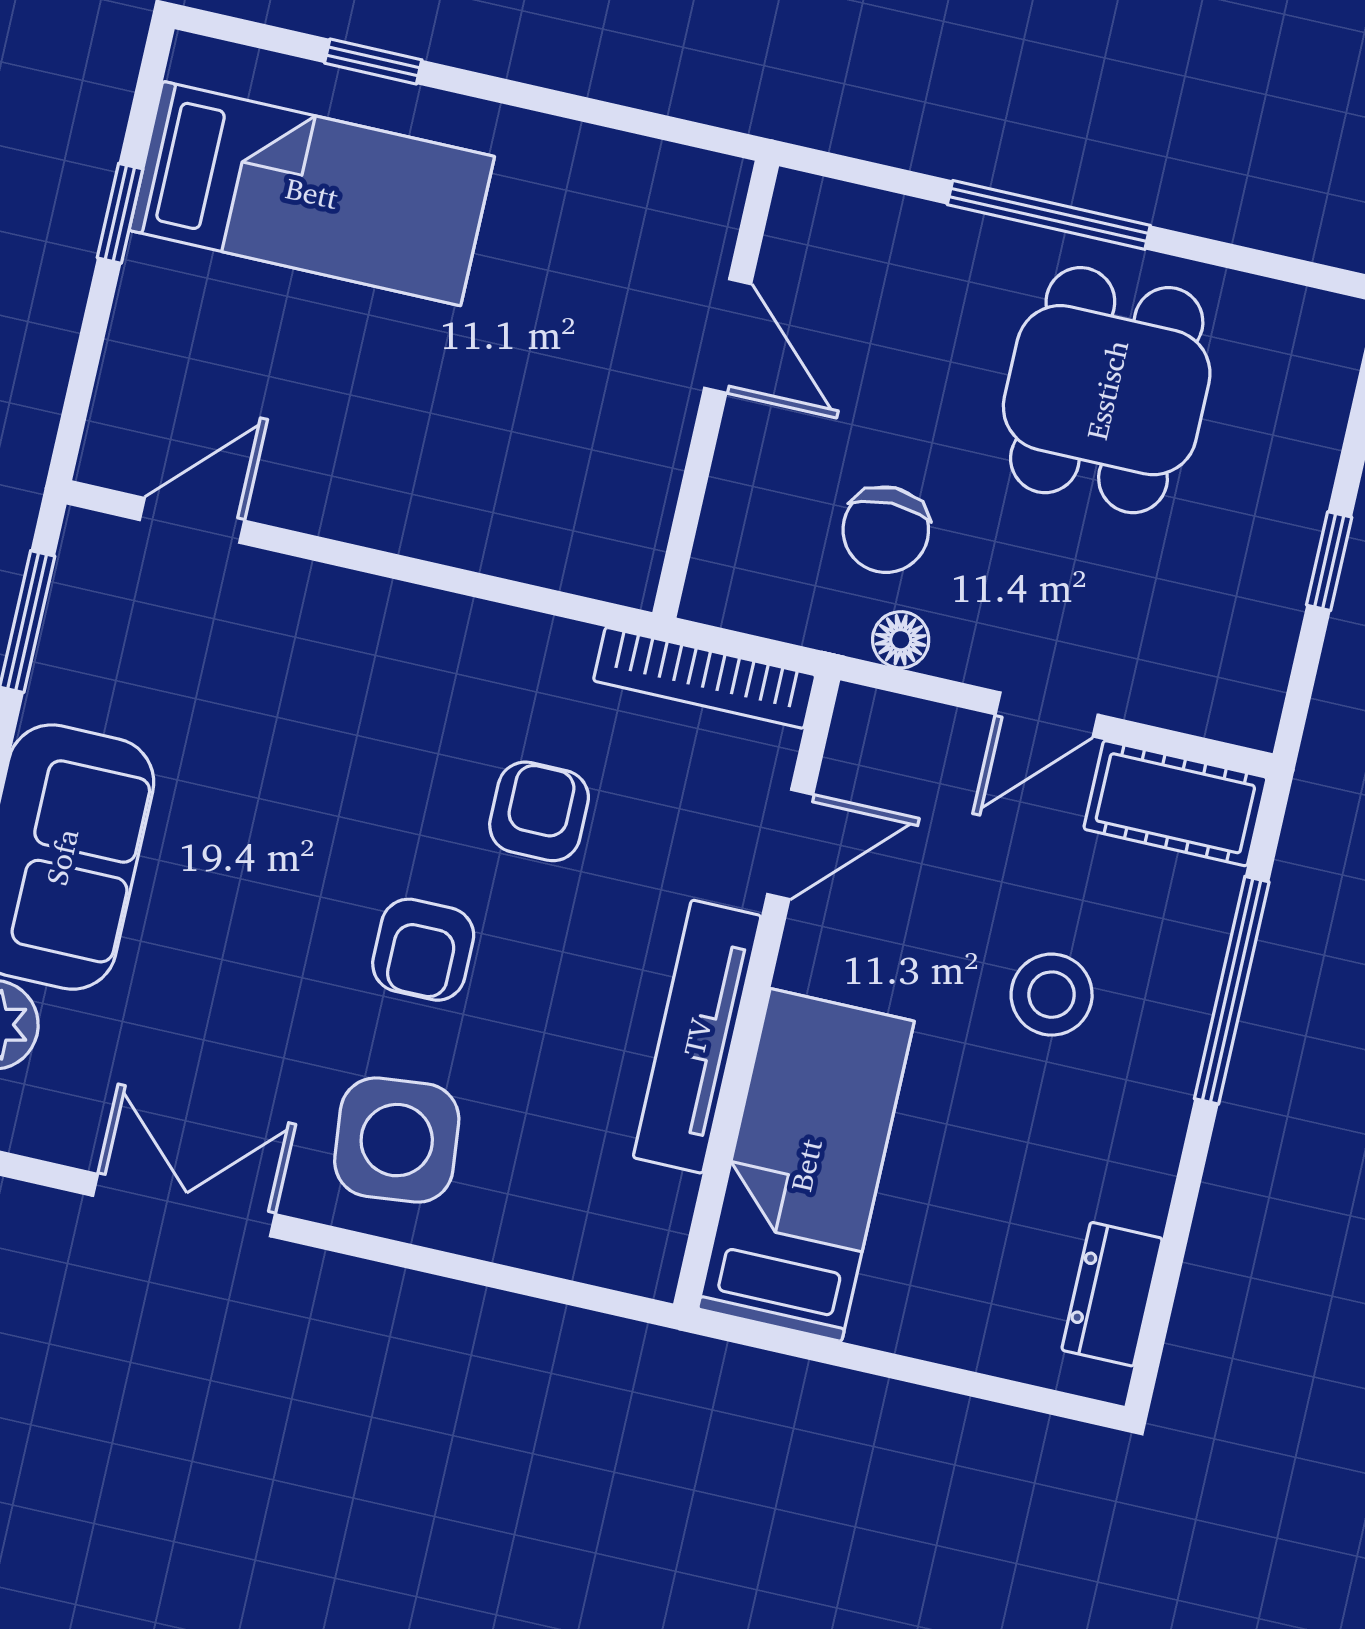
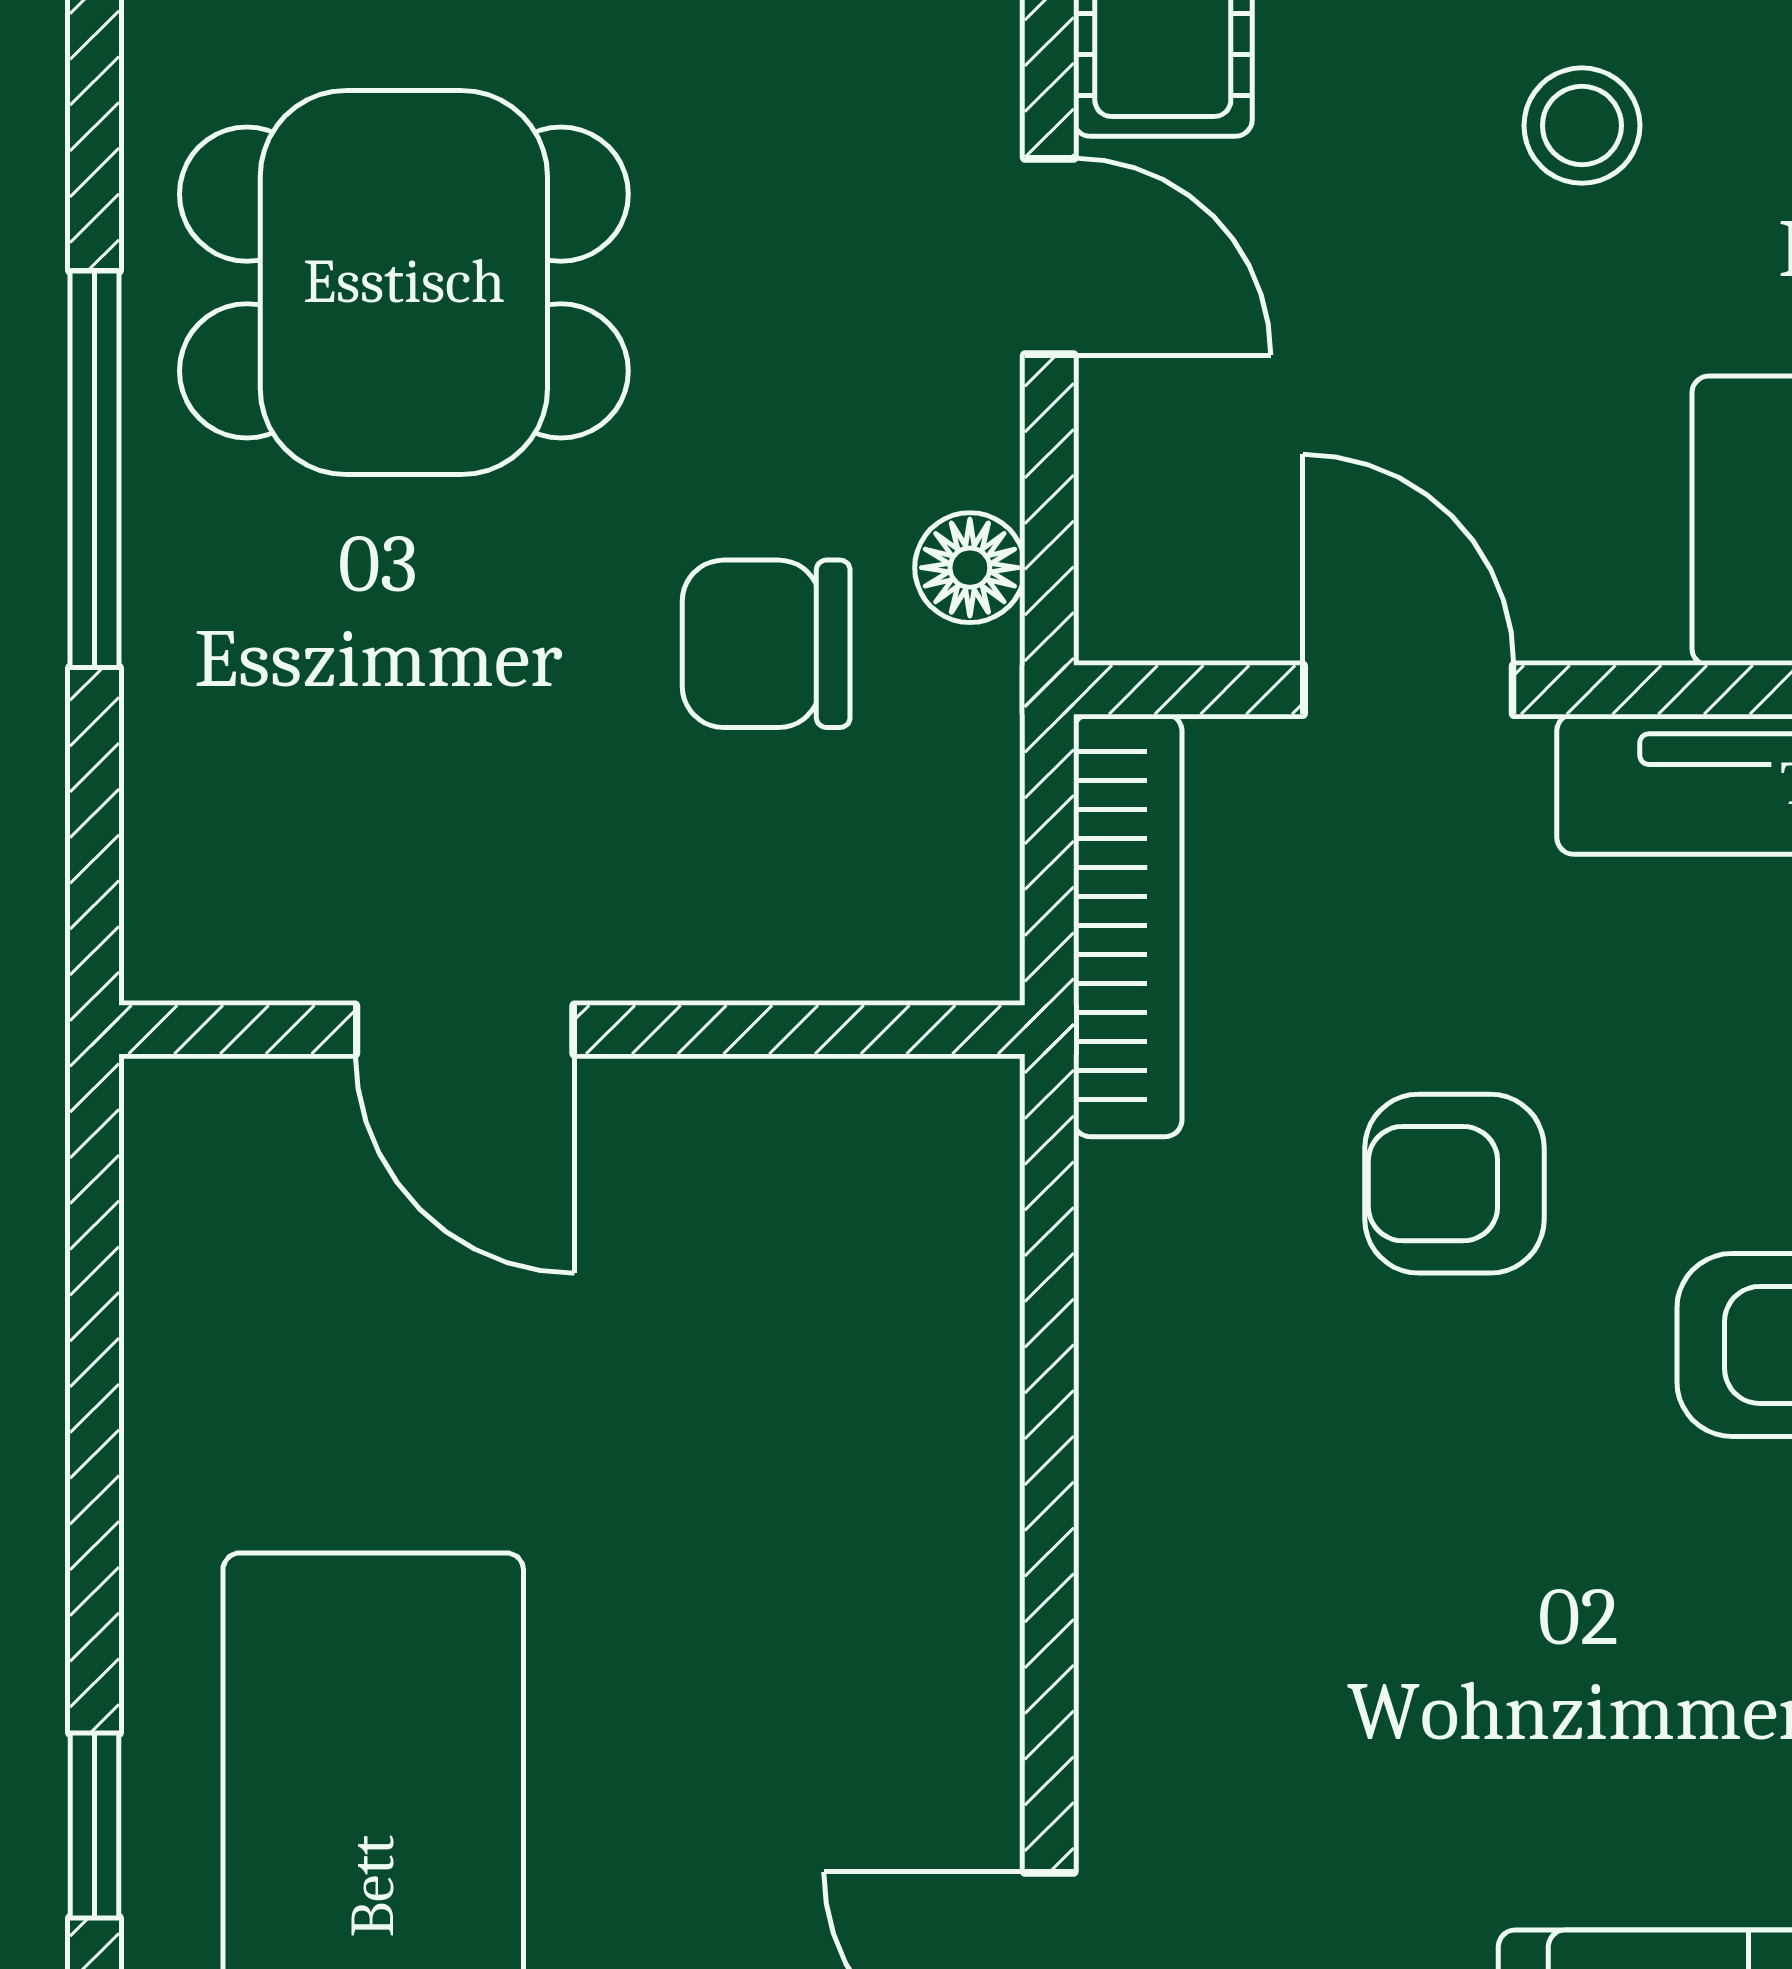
door: (728, 336) -> (465, 1030), swing flipped
chair: (886, 530) -> (766, 644), turned 180
stool: (1052, 995) -> (1582, 126), width x0.73, depth x0.73

